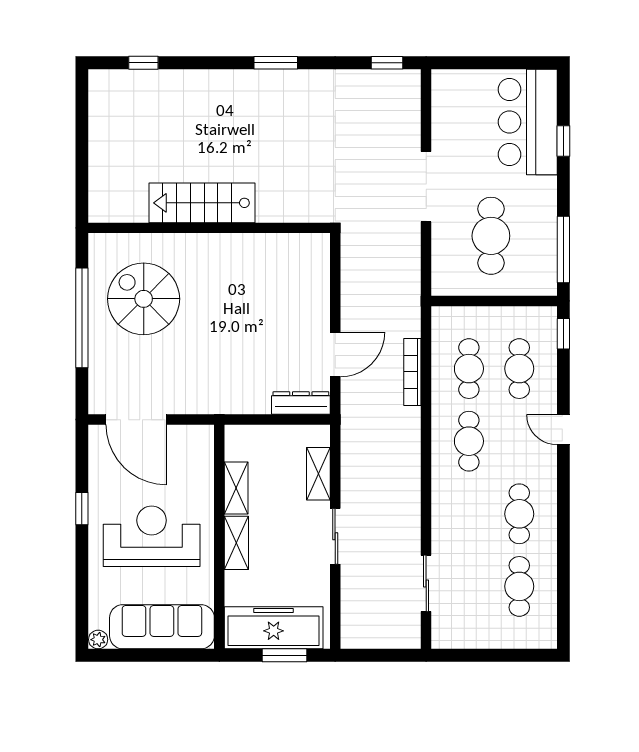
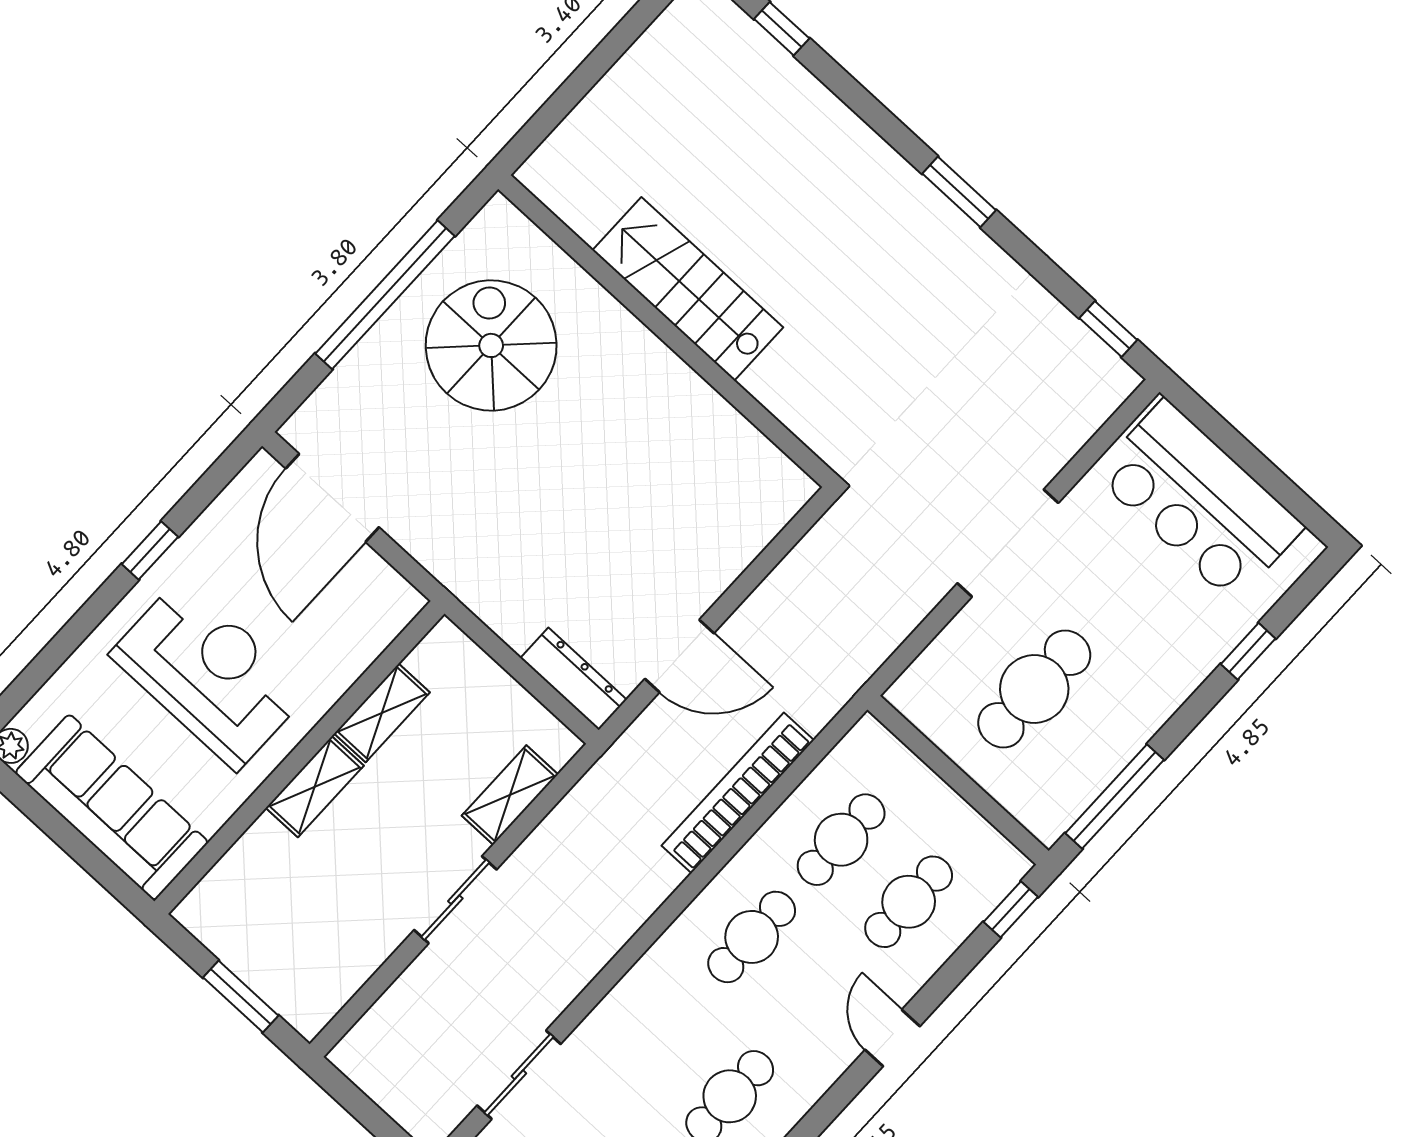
bar counter: (528, 122) -> (1199, 501), moved, turned -90
bookcase: (412, 372) -> (738, 793), width x1.48, depth x1.31
freezer: (274, 628) -> (260, 946), removed

